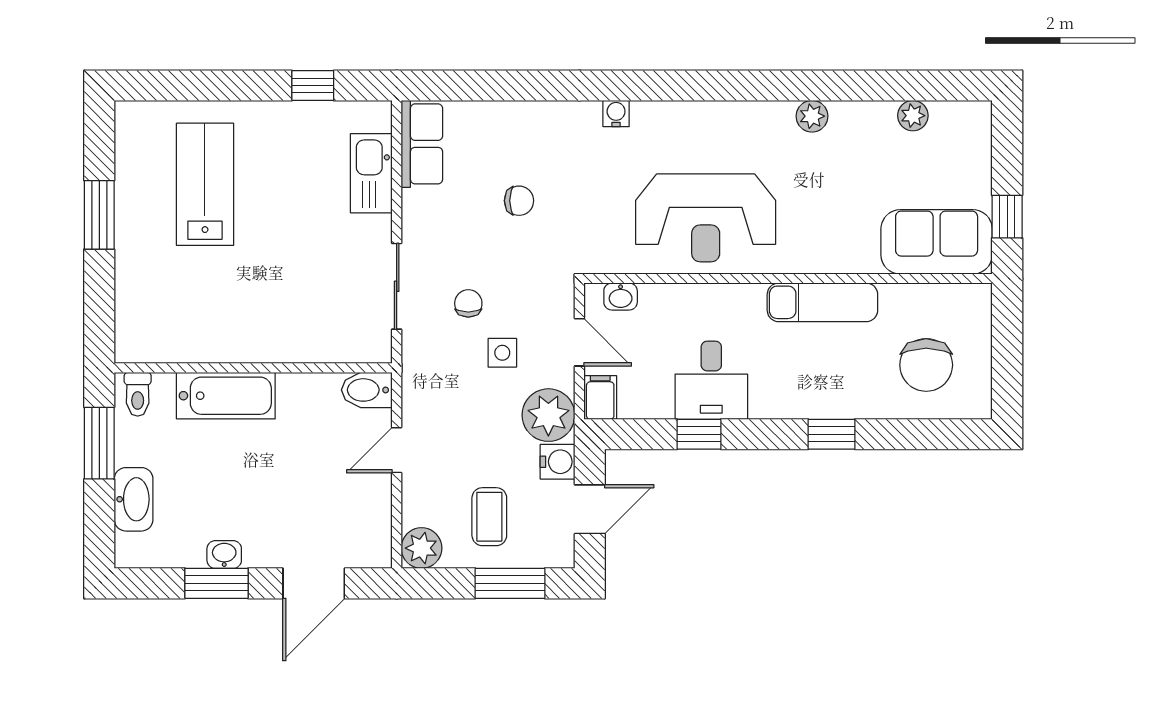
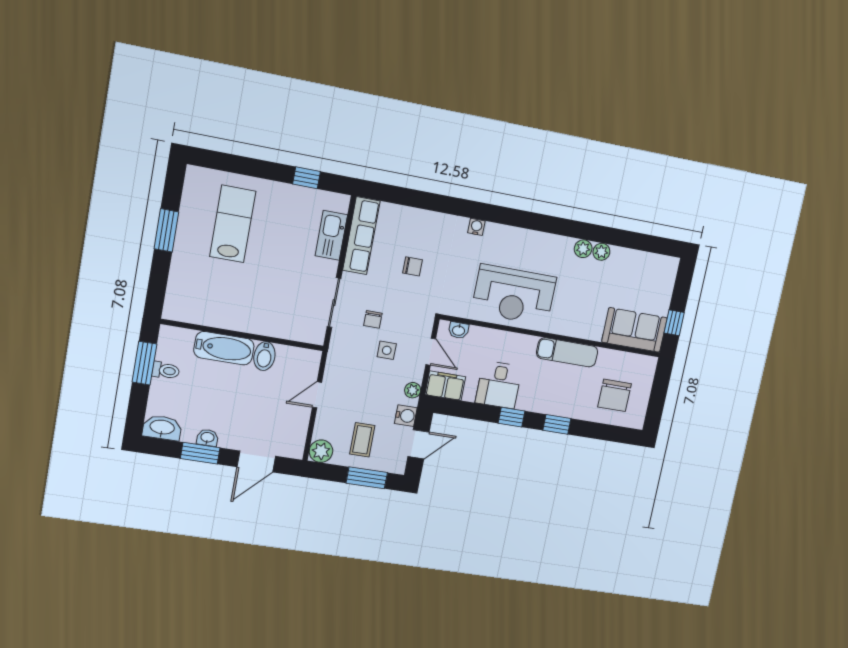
plant: (913, 116) -> (601, 252), moved
row of seats: (422, 144) -> (361, 236), width x1.48
chair: (468, 303) -> (373, 319), turned 180
bidet: (367, 390) -> (264, 356), moved, turned -90
toilet: (138, 394) -> (166, 371), moved, turned -90
filing cabinet: (600, 397) -> (445, 386), width x2.00
plant: (548, 415) -> (413, 390), width x0.53, depth x0.53
window: (699, 434) -> (512, 417), moved
washbasin: (134, 499) -> (162, 428), moved, turned -90

